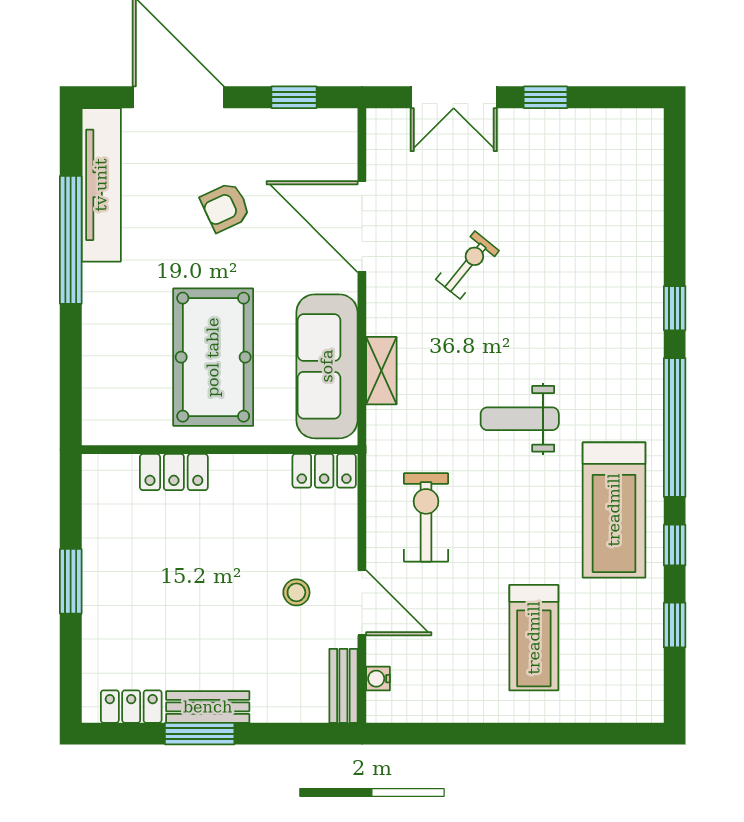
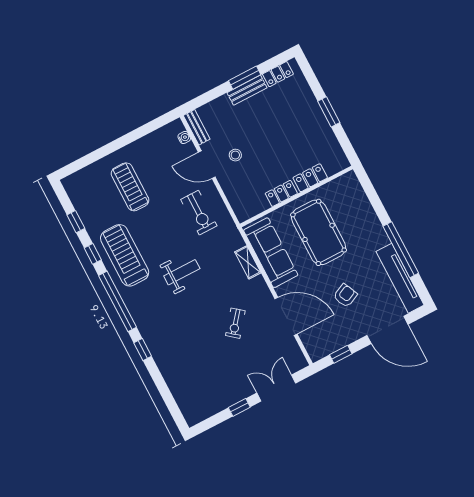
locker: (324, 471) -> (281, 193), moved

